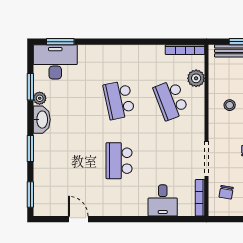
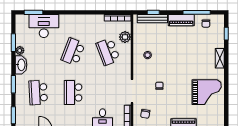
desk: (55, 62) -> (44, 26), moved
school desk: (119, 100) -> (73, 52), turned 33
school desk: (67, 161) -> (38, 93), added

